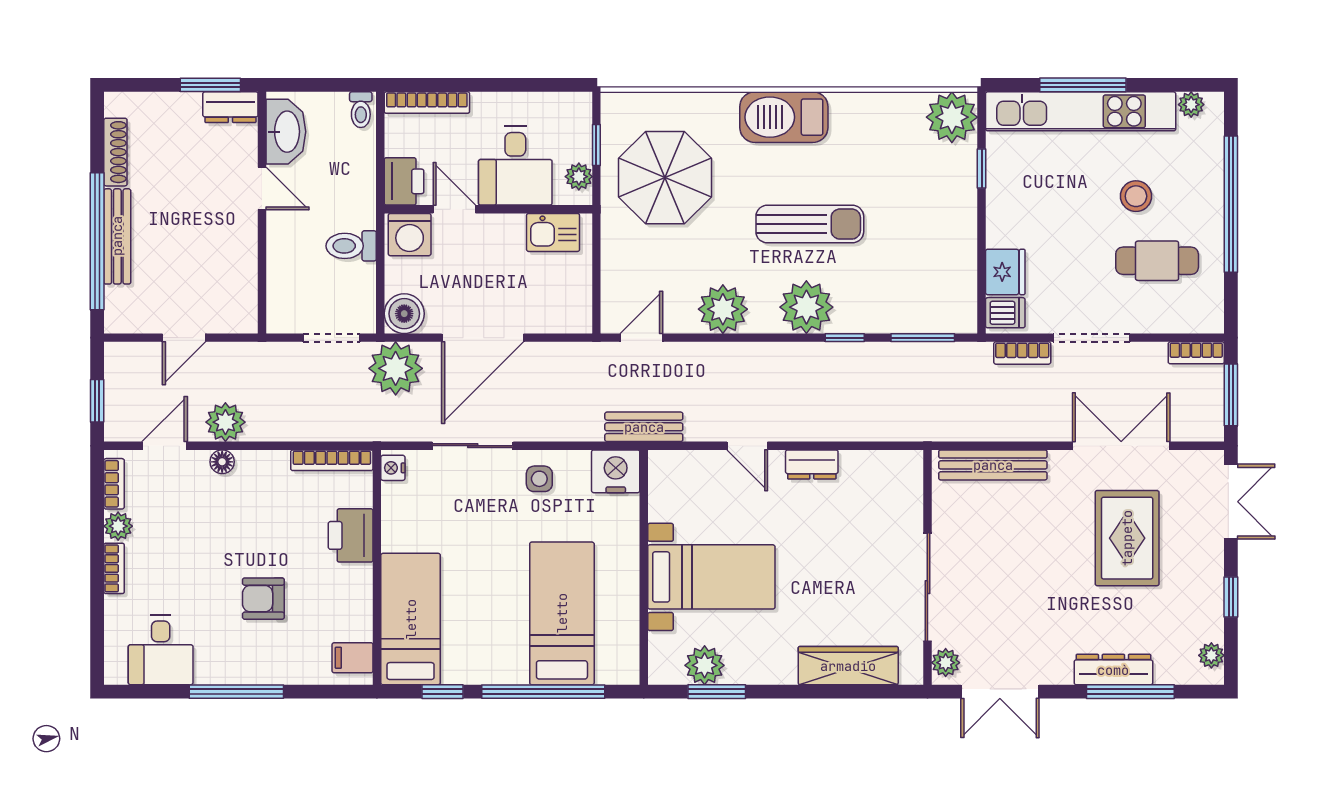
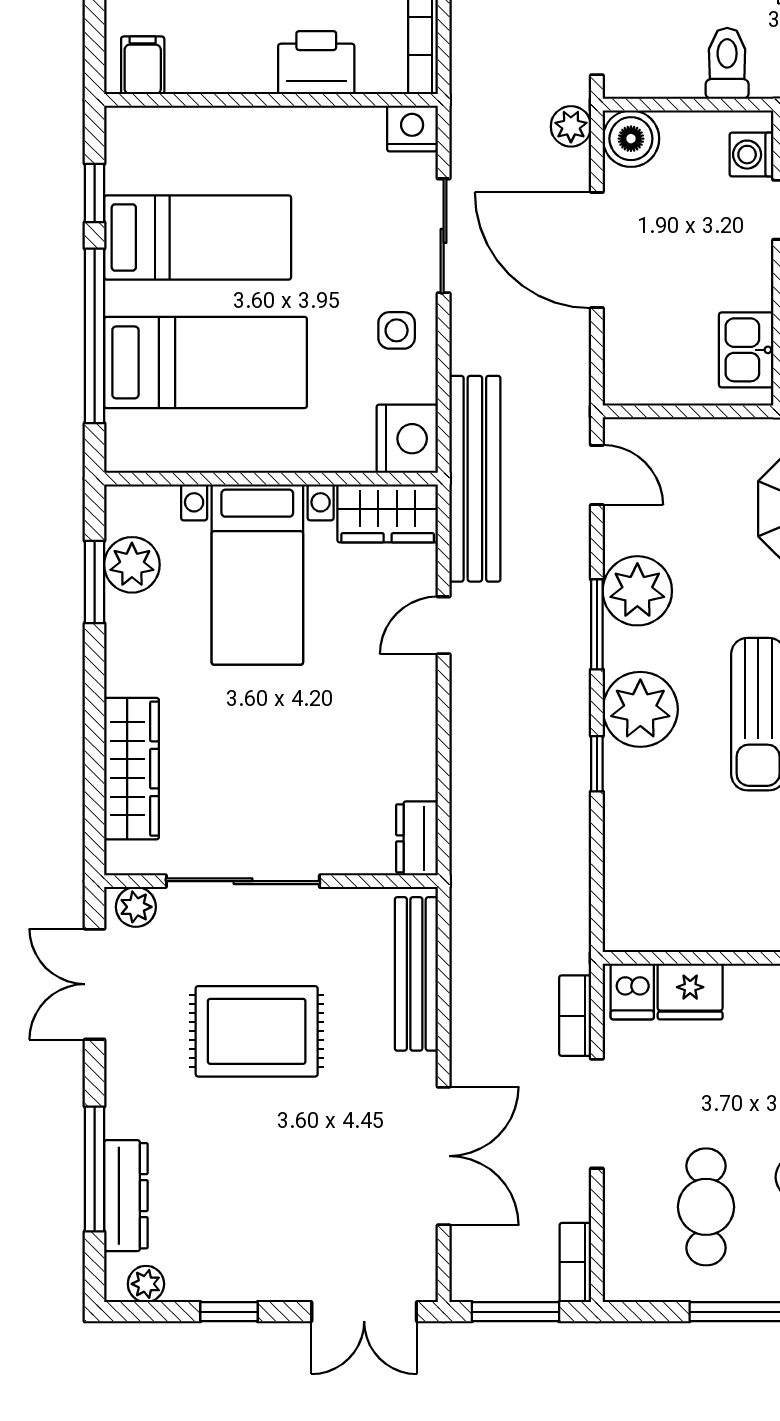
washing machine: (410, 235) -> (751, 155), width x0.73, depth x0.73
window: (923, 338) -> (597, 624), moved
plant: (396, 368) -> (571, 126), width x0.53, depth x0.53
bench: (644, 427) -> (475, 479), width x1.86, depth x1.21
dresser: (812, 464) -> (417, 838), moved
nightstand: (393, 468) -> (412, 129), width x1.39, depth x1.35
wardrobe: (668, 485) -> (388, 513), added
rug: (1127, 538) -> (257, 1031), moved
bed: (411, 619) -> (198, 237), moved
dresser: (1113, 670) -> (126, 1196), moved

